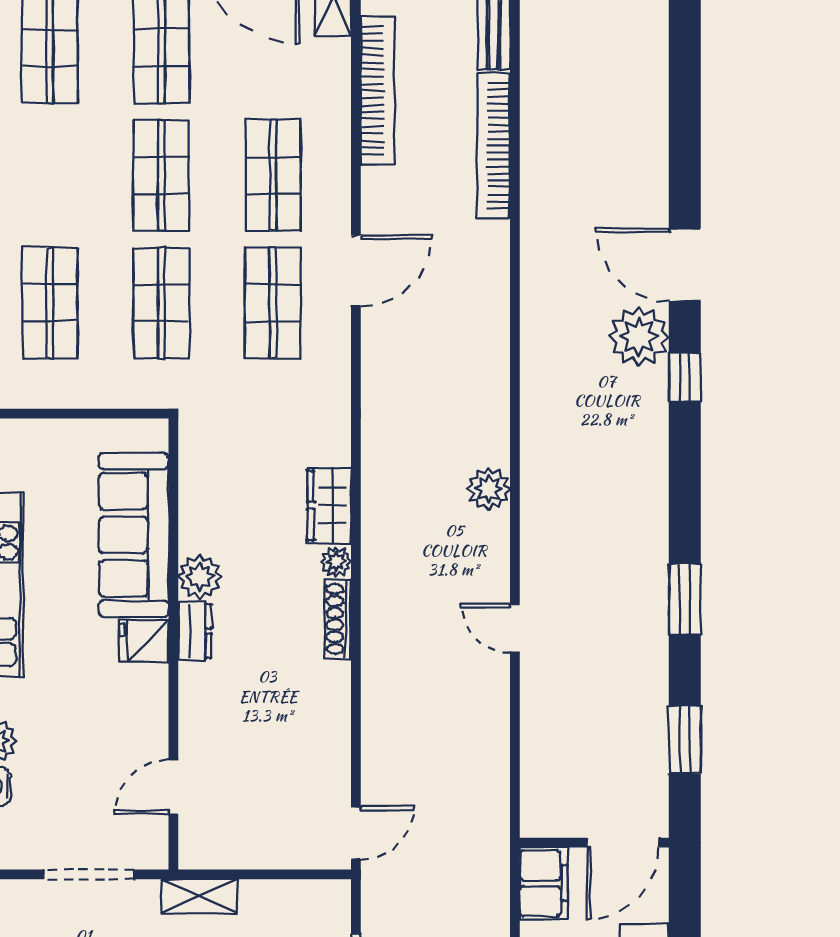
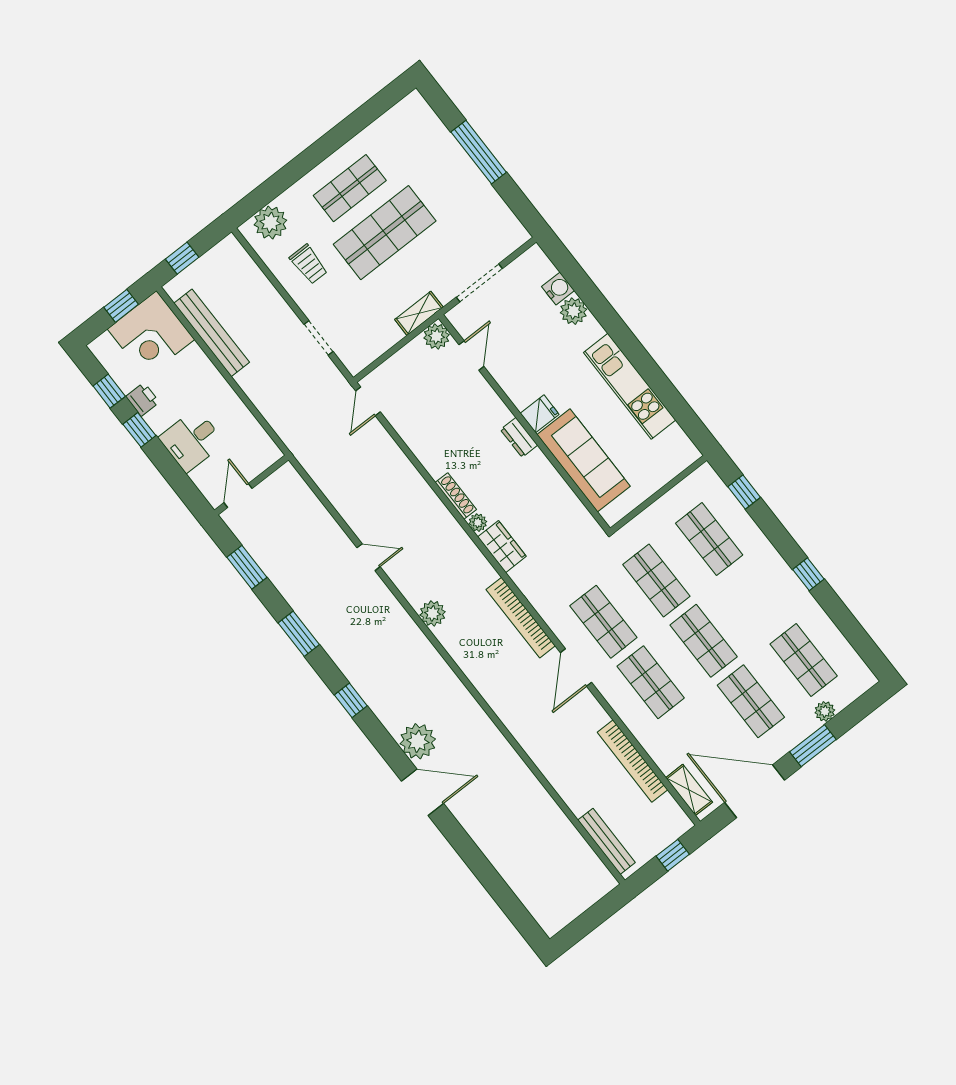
bookcase: (494, 146) -> (521, 618), moved, turned 180
window: (685, 377) -> (351, 700), moved
plant: (200, 577) -> (436, 336), moved
door: (623, 843) -> (238, 496), width x0.73
filing cabinet: (544, 883) -> (261, 447), removed

